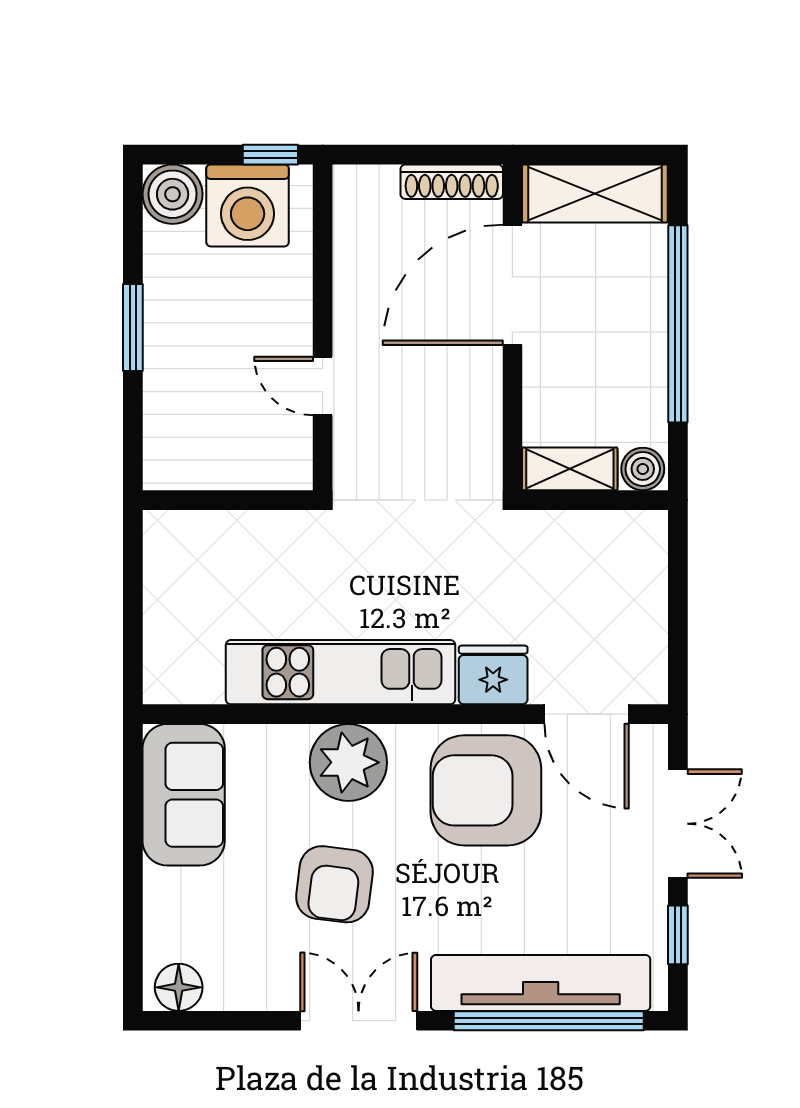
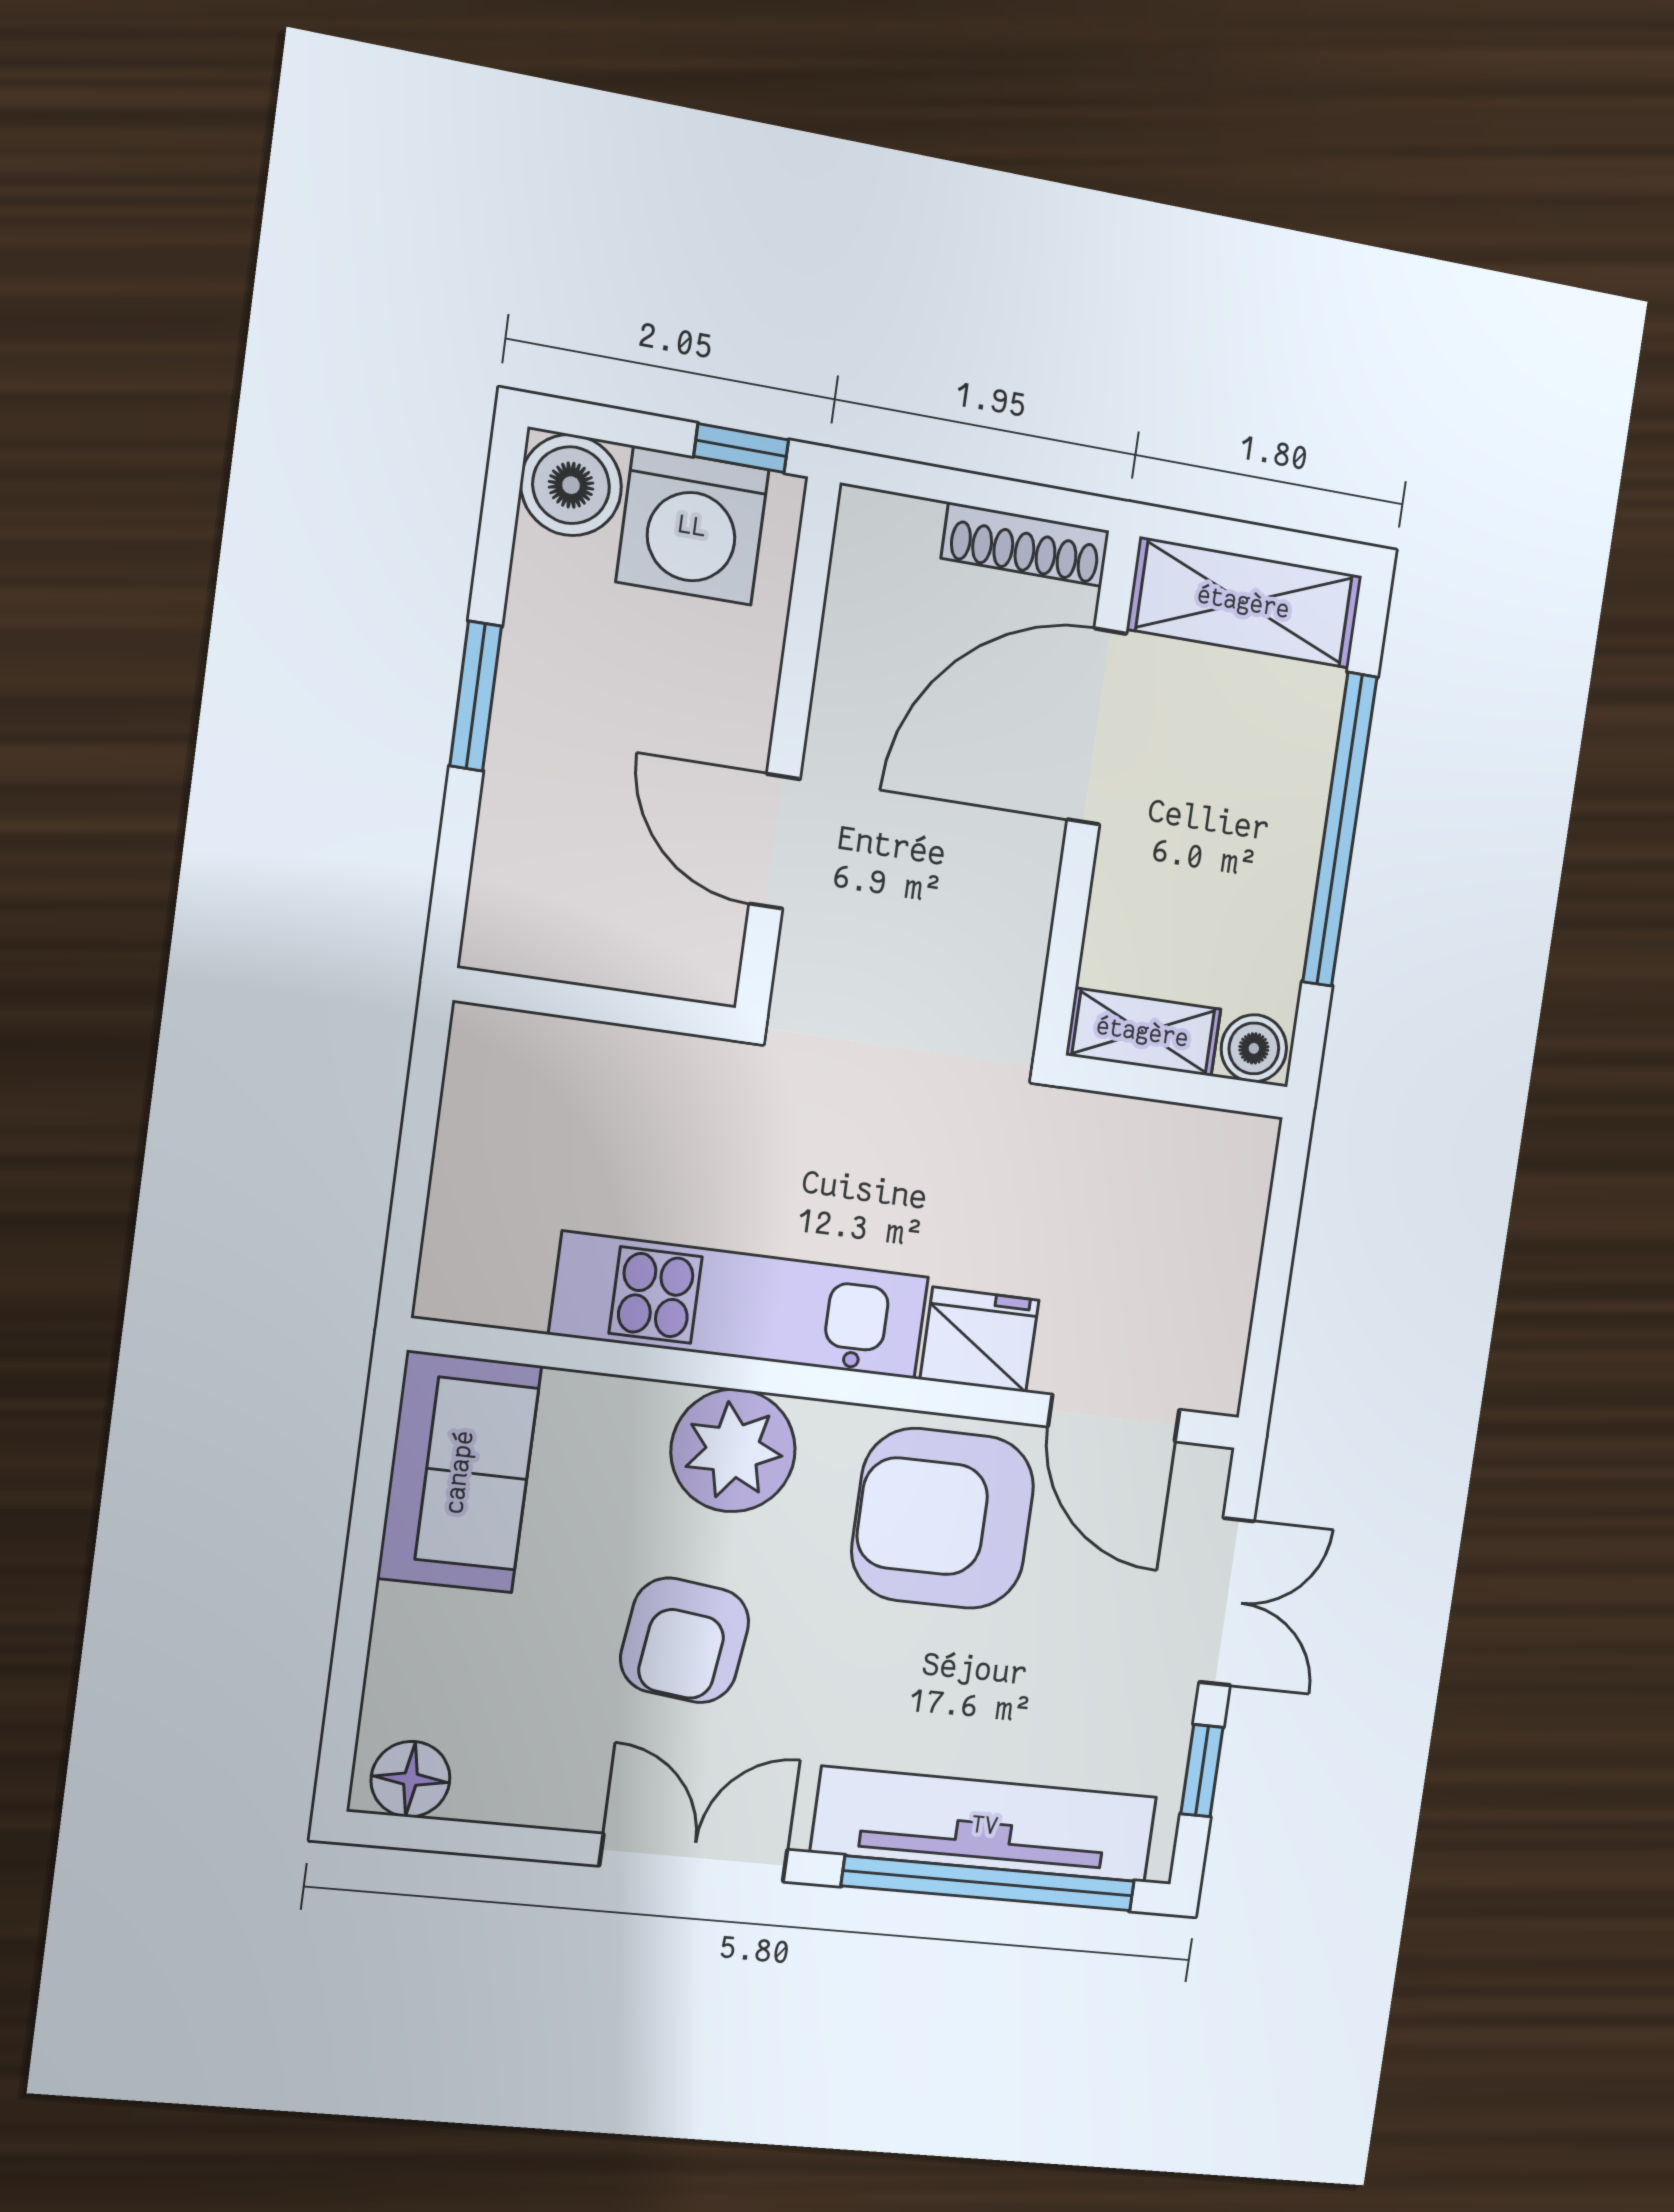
door: (323, 386) -> (775, 841), width x1.38

